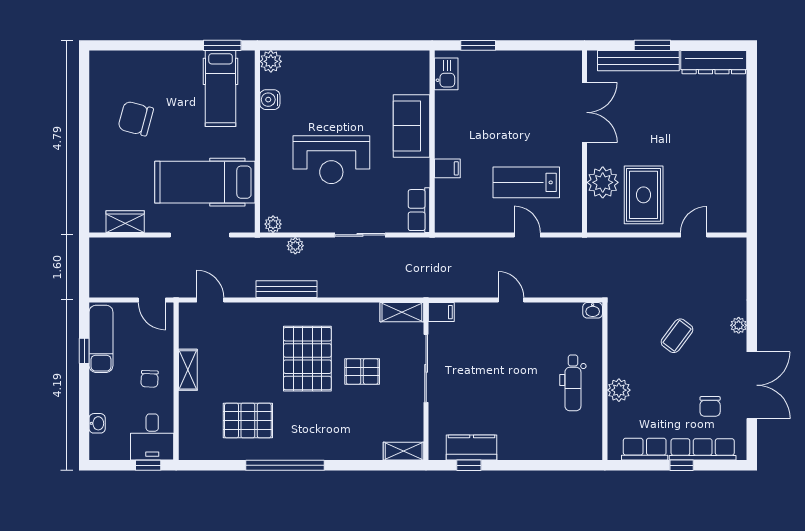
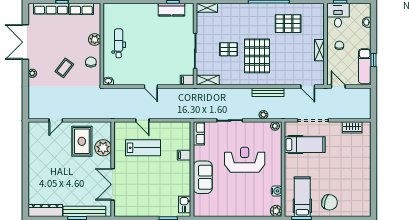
chair: (136, 118) -> (330, 202), moved
hospital bed: (205, 182) -> (305, 145), width x0.73, depth x0.78
chair: (710, 406) -> (91, 62), moved

